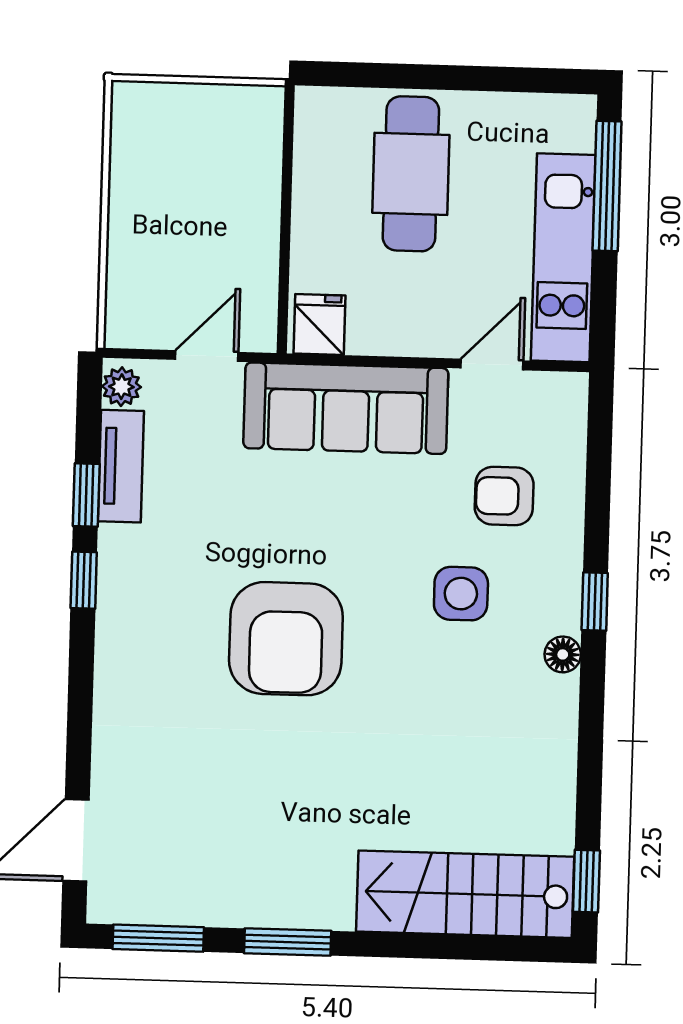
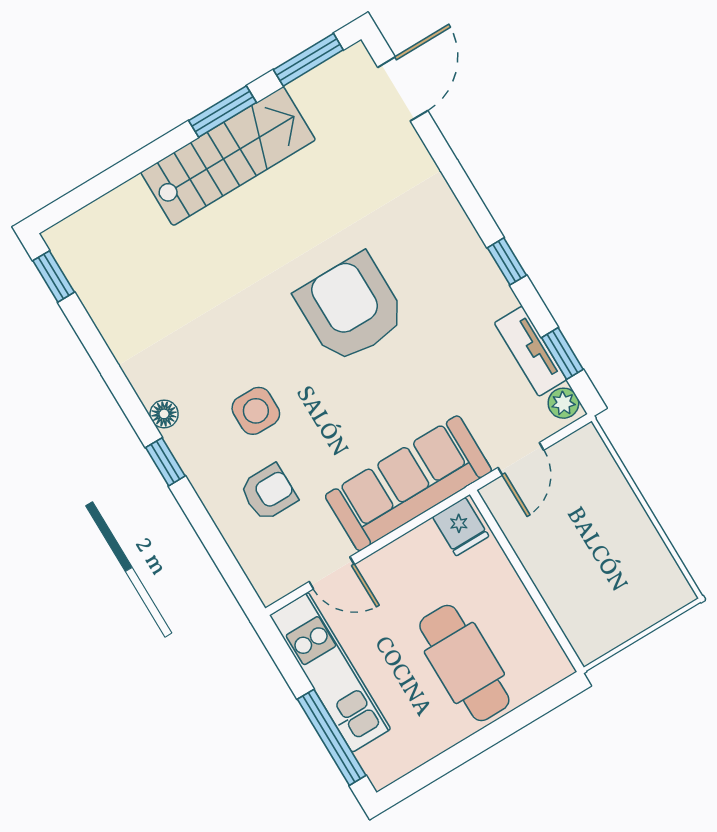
door: (492, 364) -> (332, 573), hinge flipped
window: (86, 495) -> (562, 353), moved
stairs: (465, 894) -> (228, 156), moved

